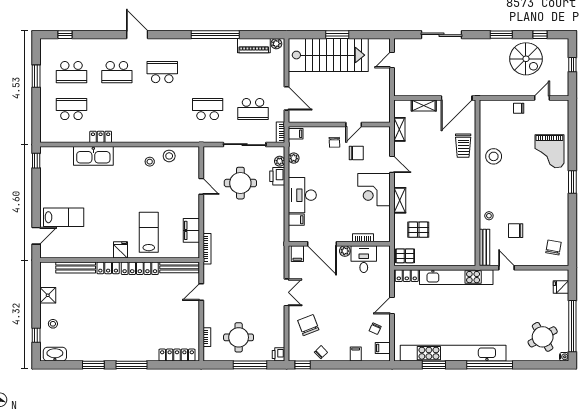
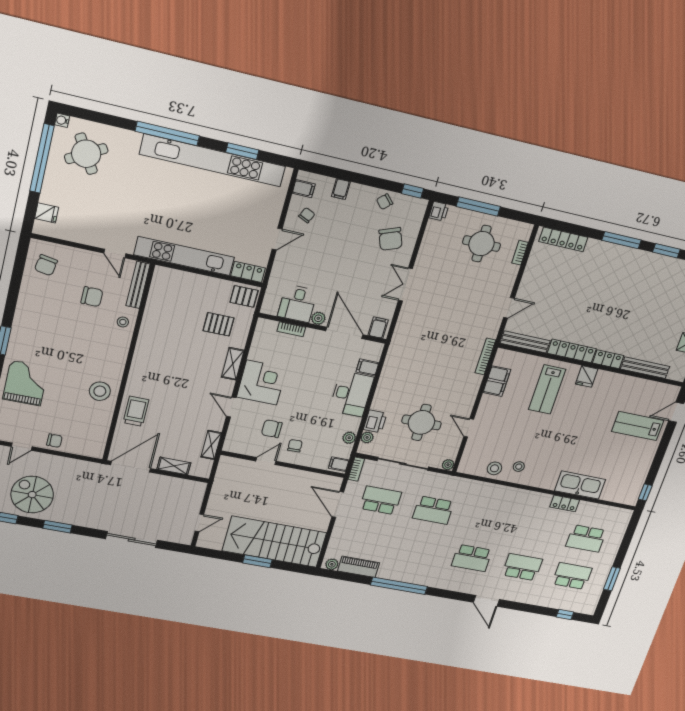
plant: (208, 151) -> (448, 465), added

